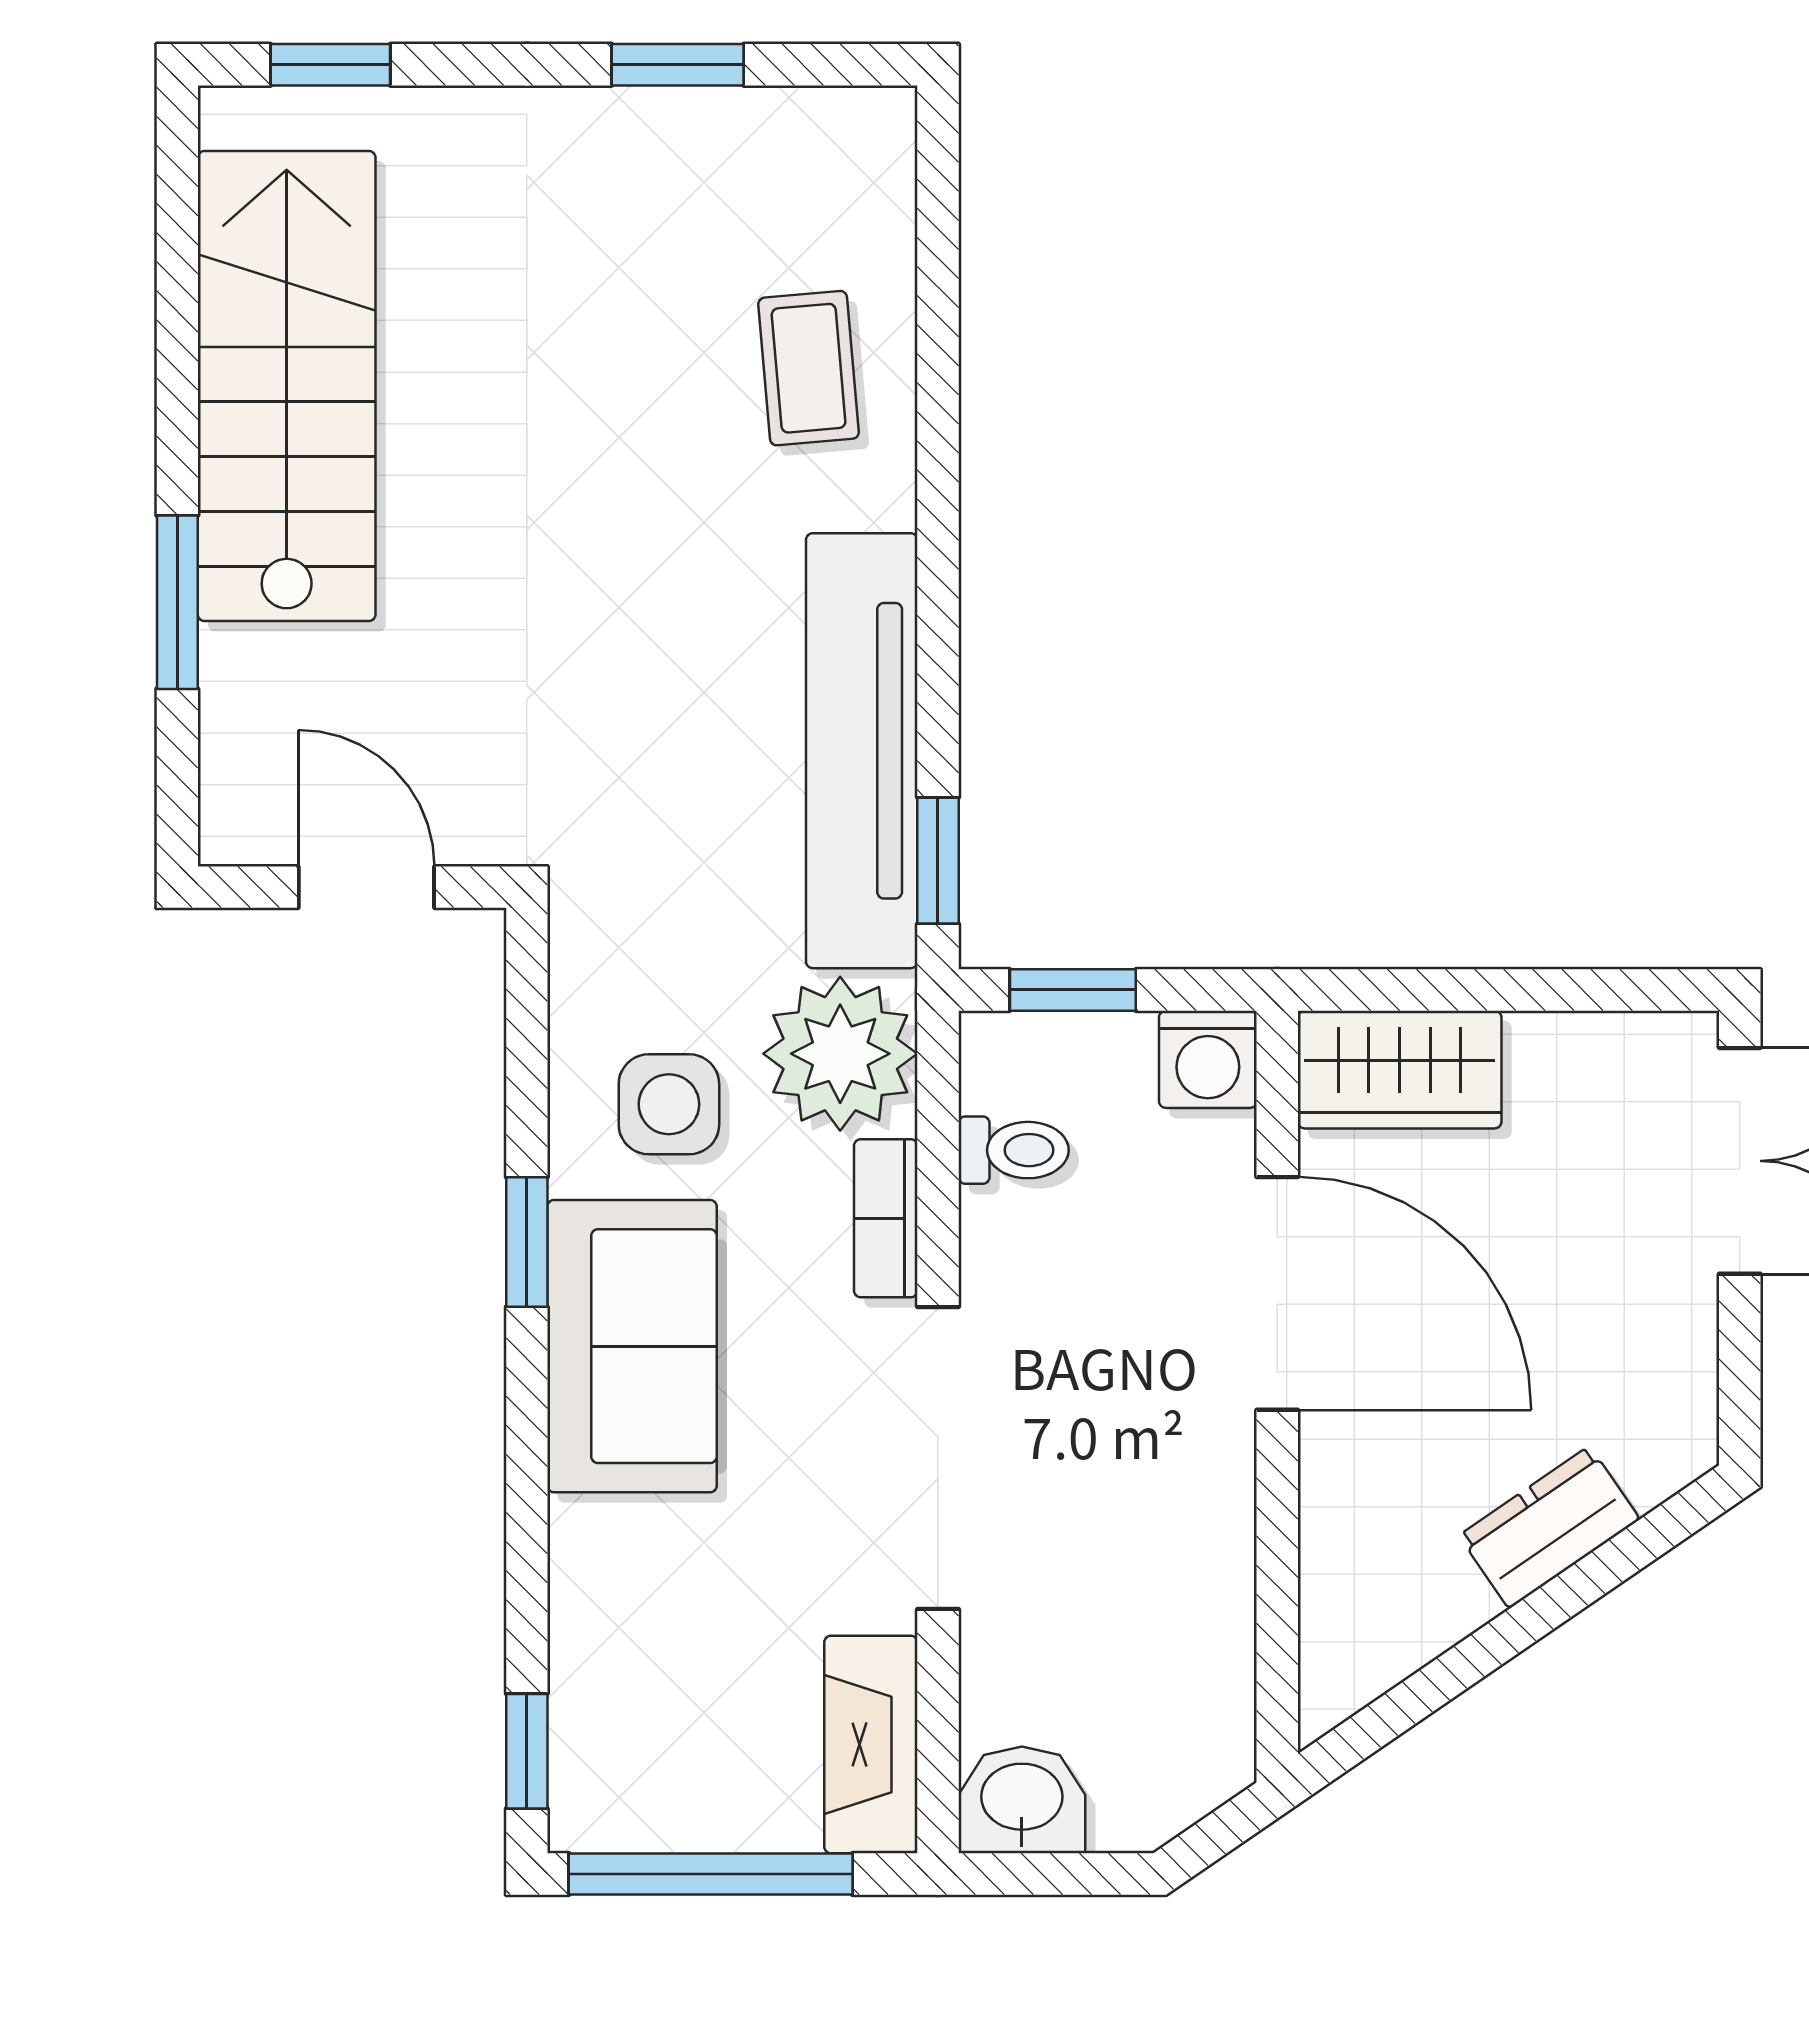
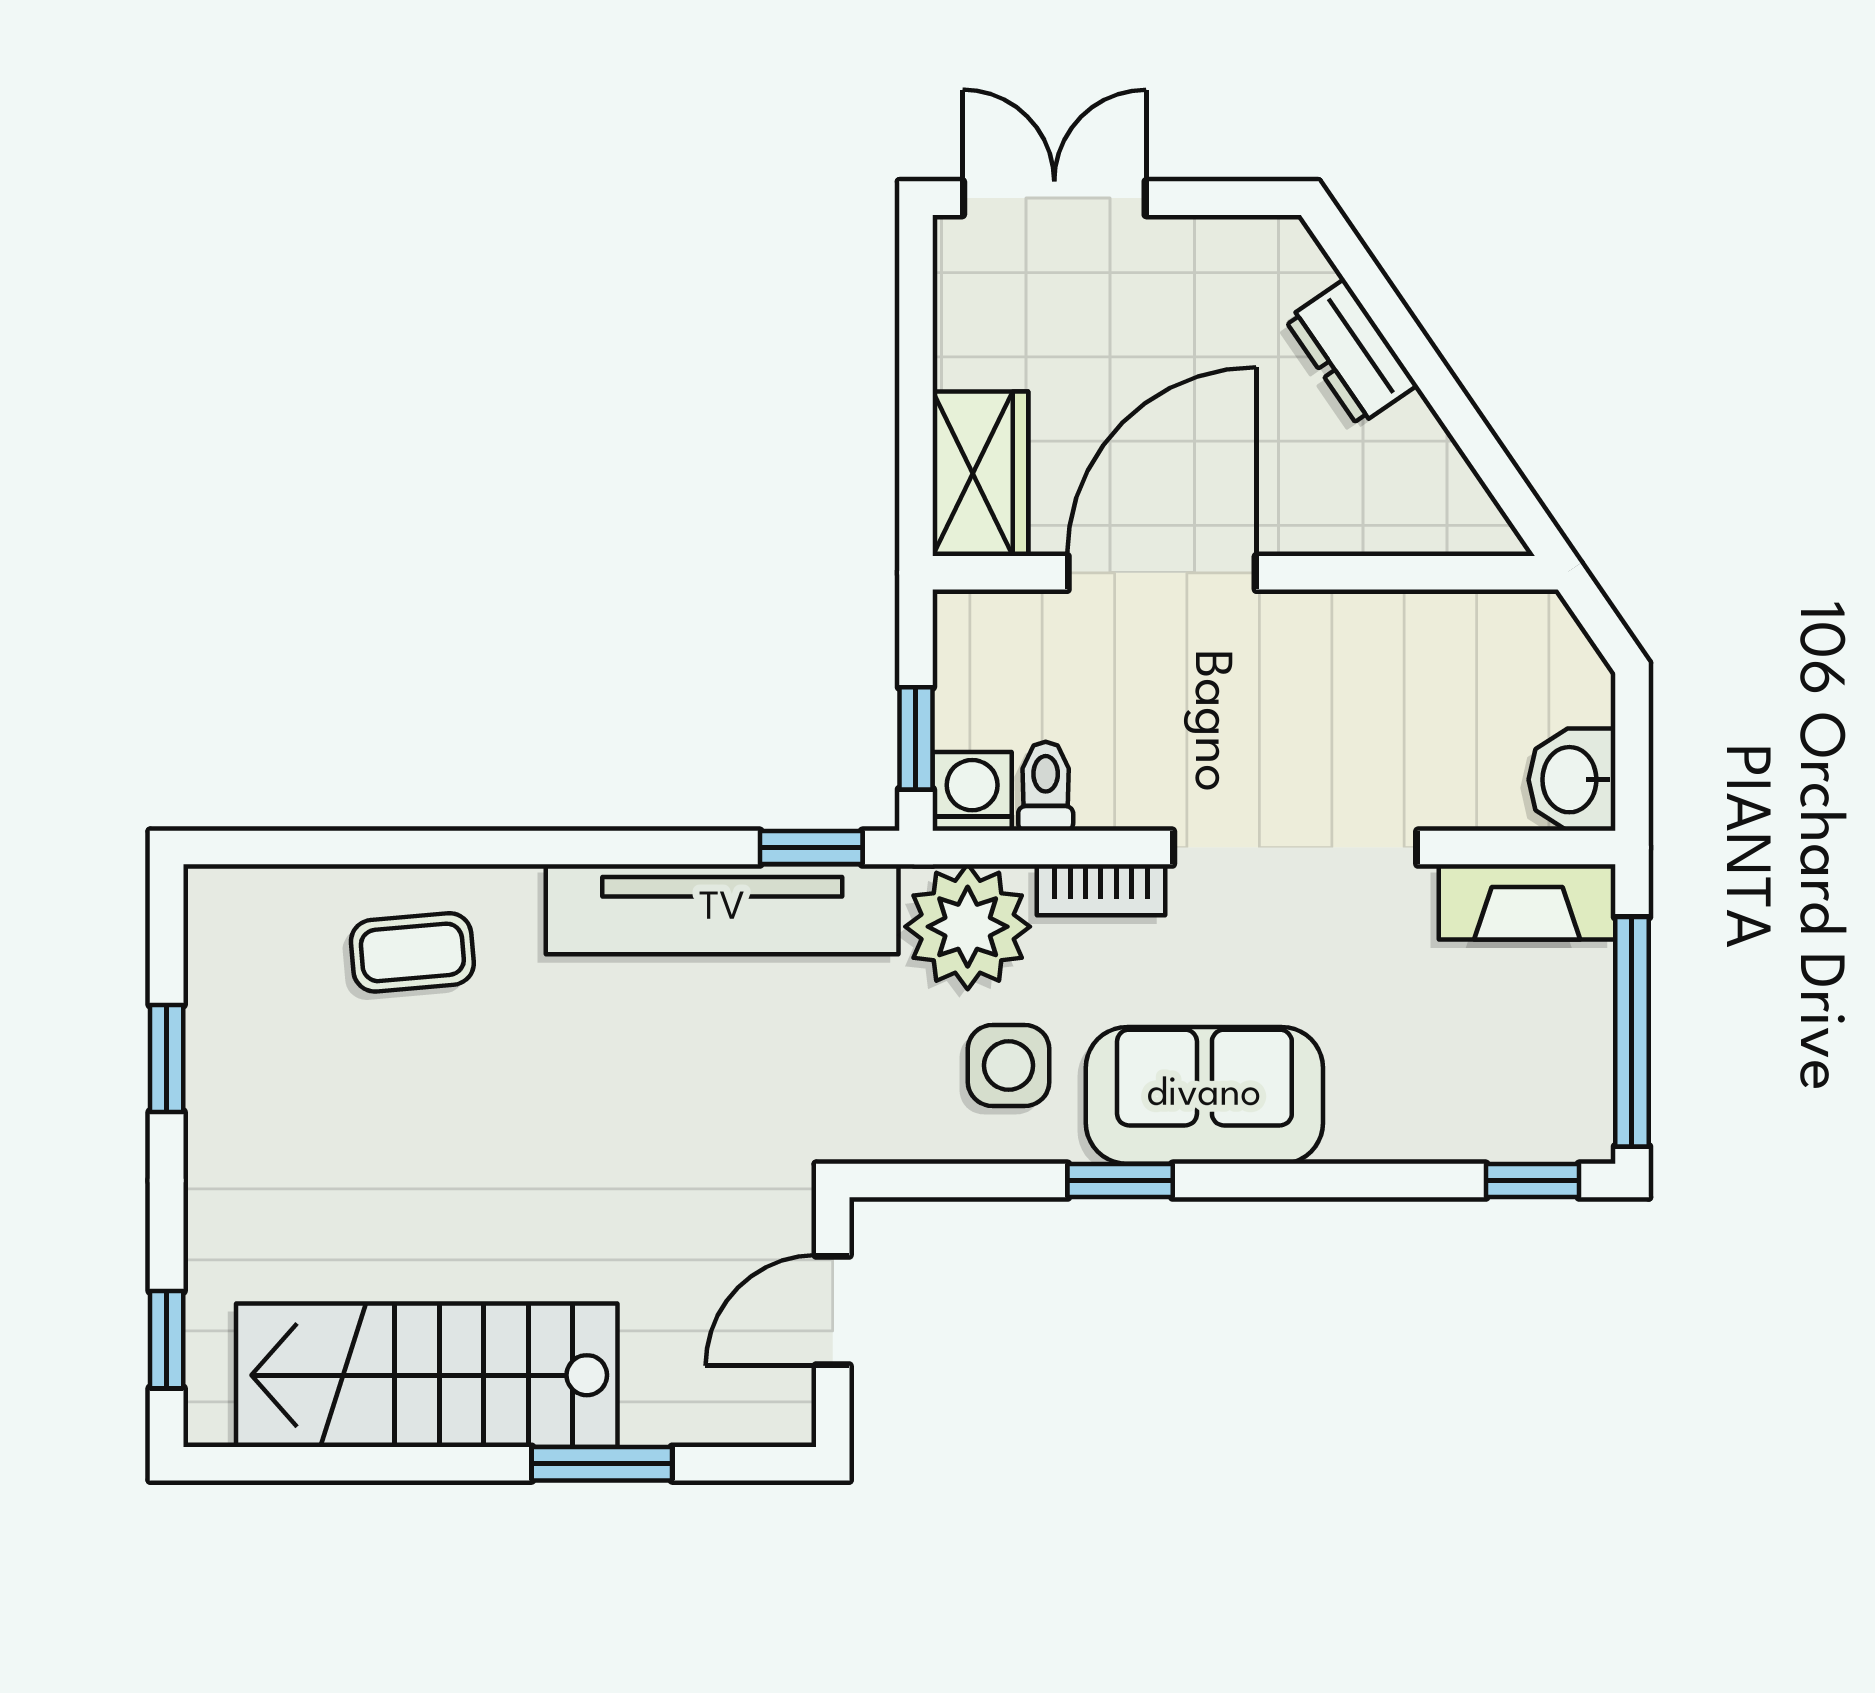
washing machine: (1208, 1059) -> (972, 791), moved, turned -90

